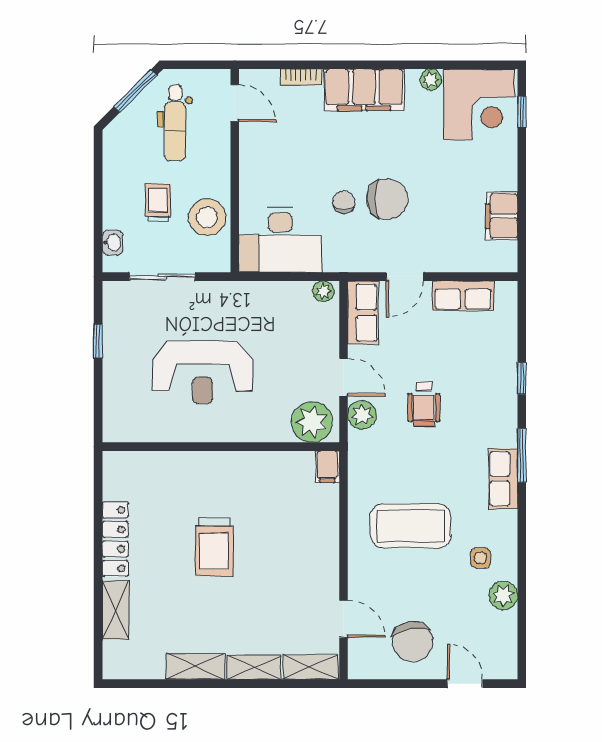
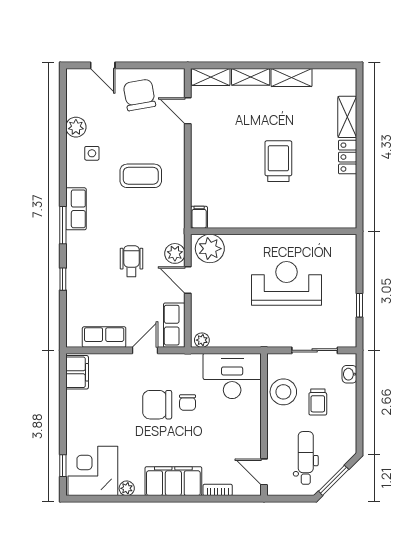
filing cabinet: (502, 216) -> (77, 372), moved
coffee table: (411, 526) -> (141, 176), width x0.73, depth x0.76
locker: (115, 539) -> (348, 157), width x0.66

